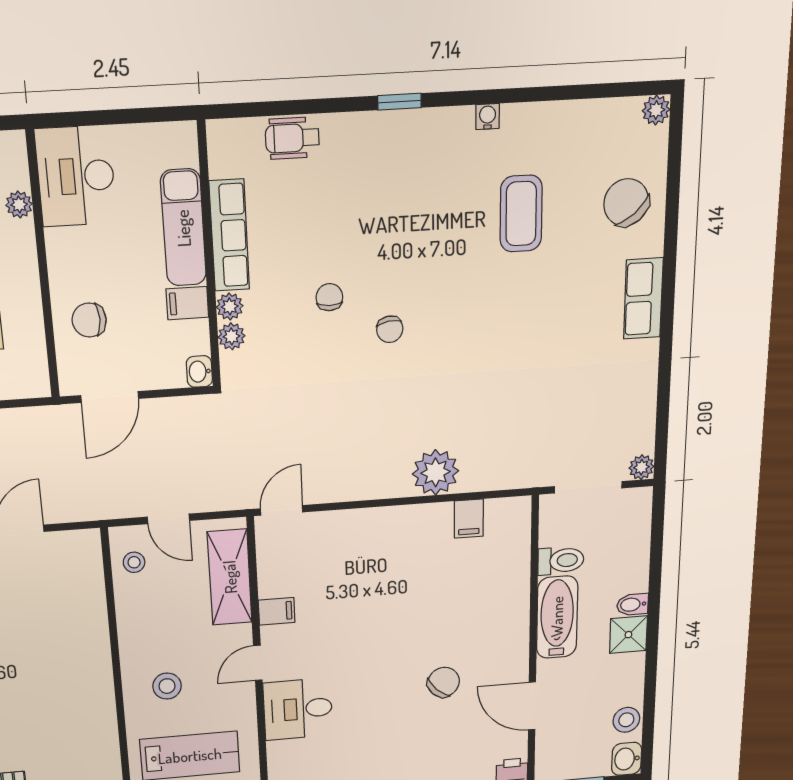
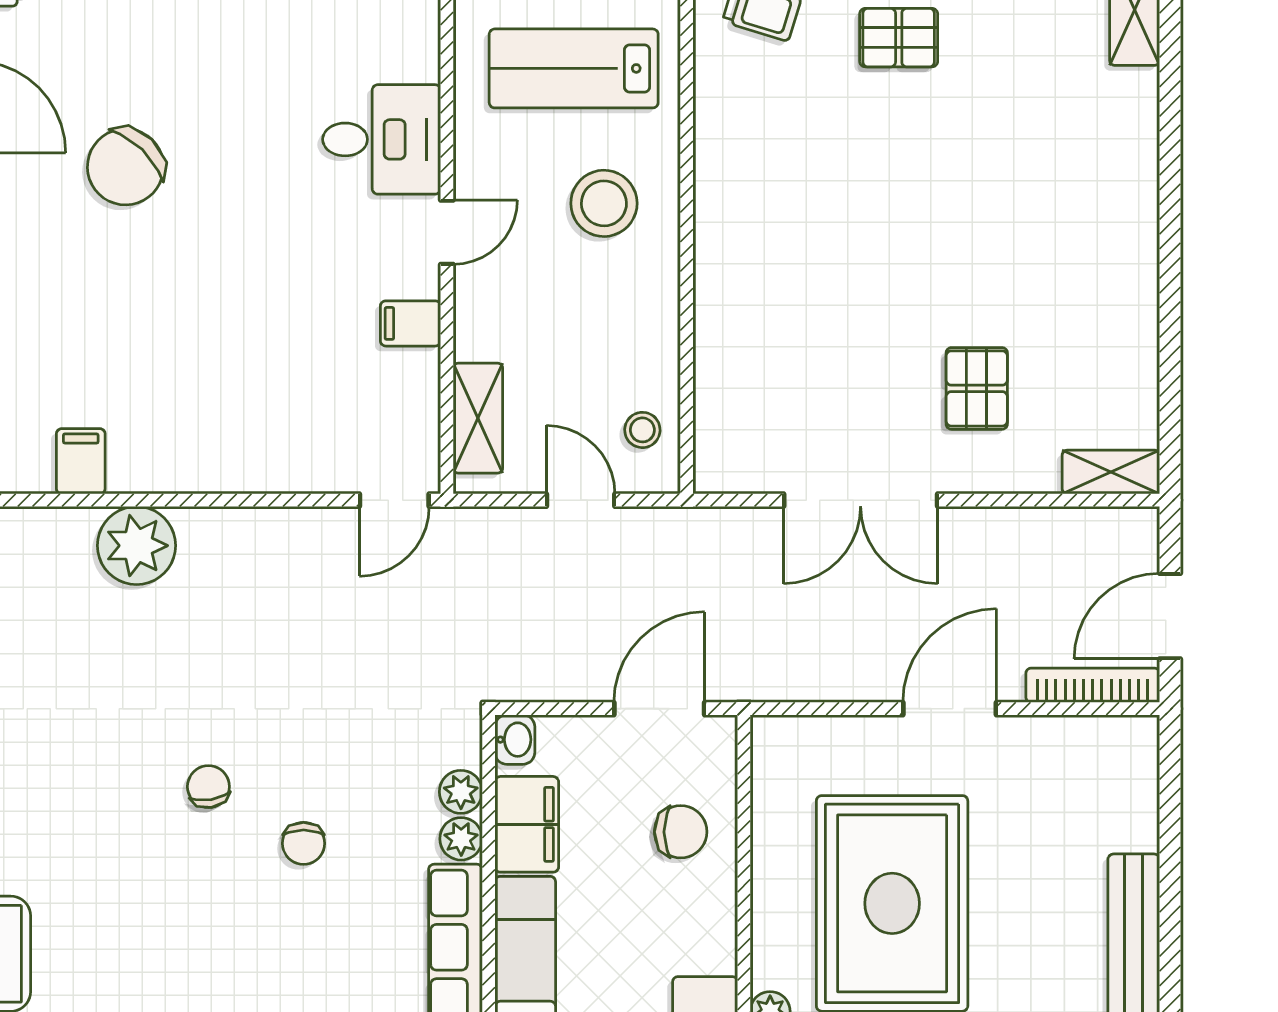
filing cabinet: (187, 303) -> (527, 824), width x2.00
shelving: (230, 577) -> (478, 418), width x0.67, depth x0.75
chair: (444, 682) -> (125, 167), width x1.37, depth x1.37
stool: (167, 686) -> (604, 203), width x1.38, depth x1.38

